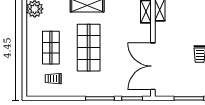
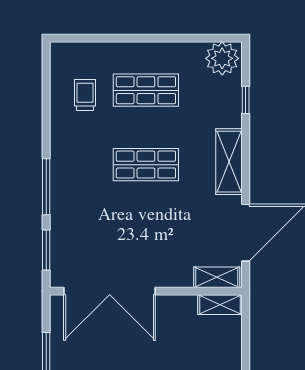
shop shelf: (89, 48) -> (146, 165), width x0.70, depth x0.74
double door: (153, 66) -> (110, 291), swing flipped

